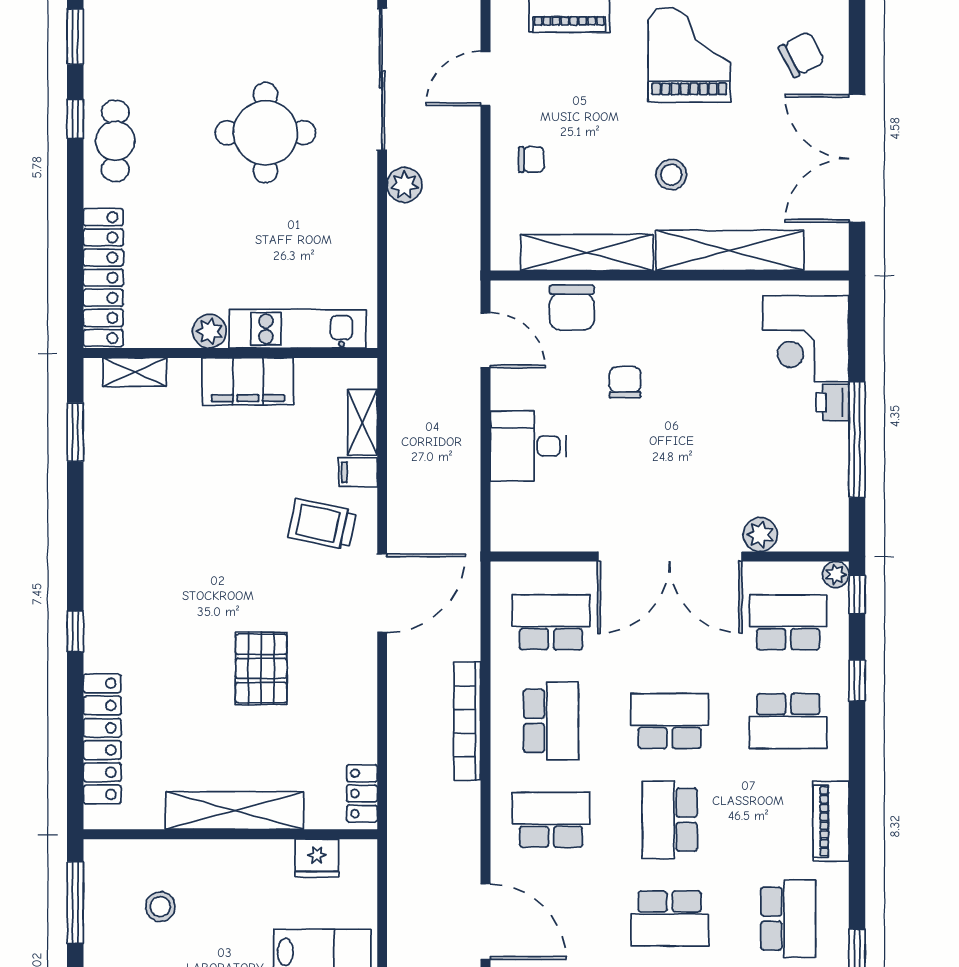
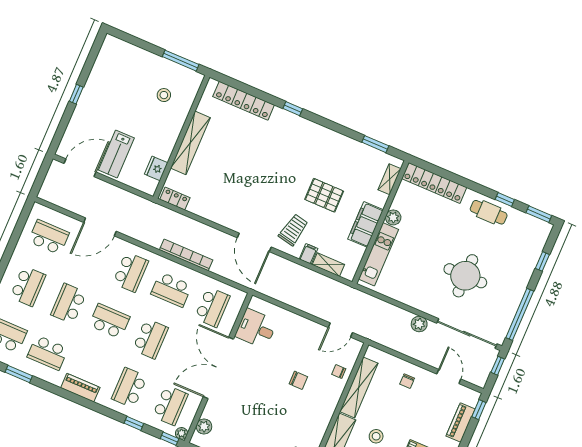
chair: (572, 308) -> (339, 372), width x0.54, depth x0.54
desk: (528, 446) -> (256, 329), moved, turned -90
plant: (760, 535) -> (204, 426), moved
pallet: (261, 668) -> (324, 195), moved

